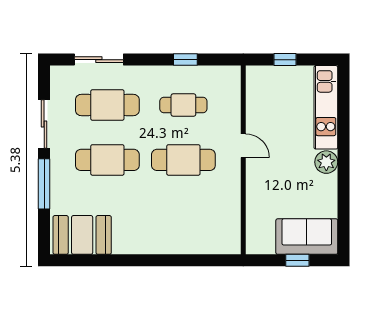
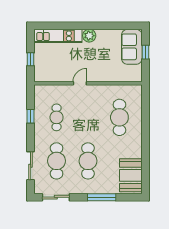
sliding door: (44, 124) -> (56, 197), moved
cafe table: (183, 160) -> (119, 117), moved

